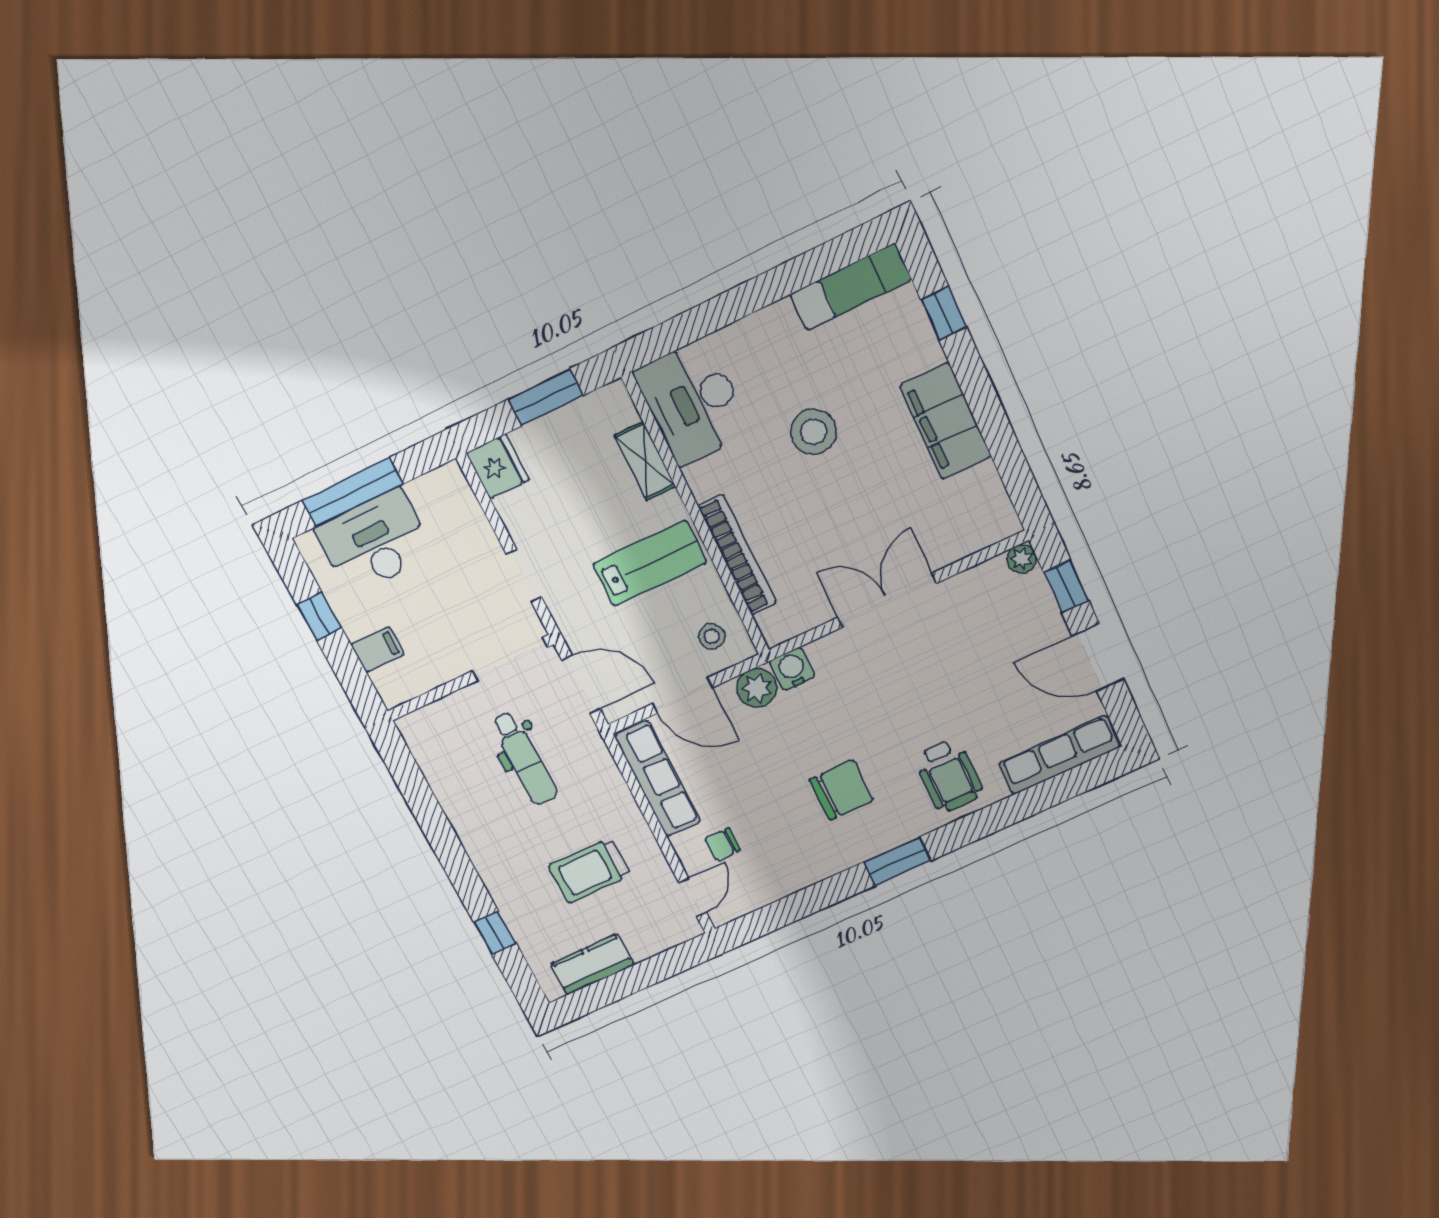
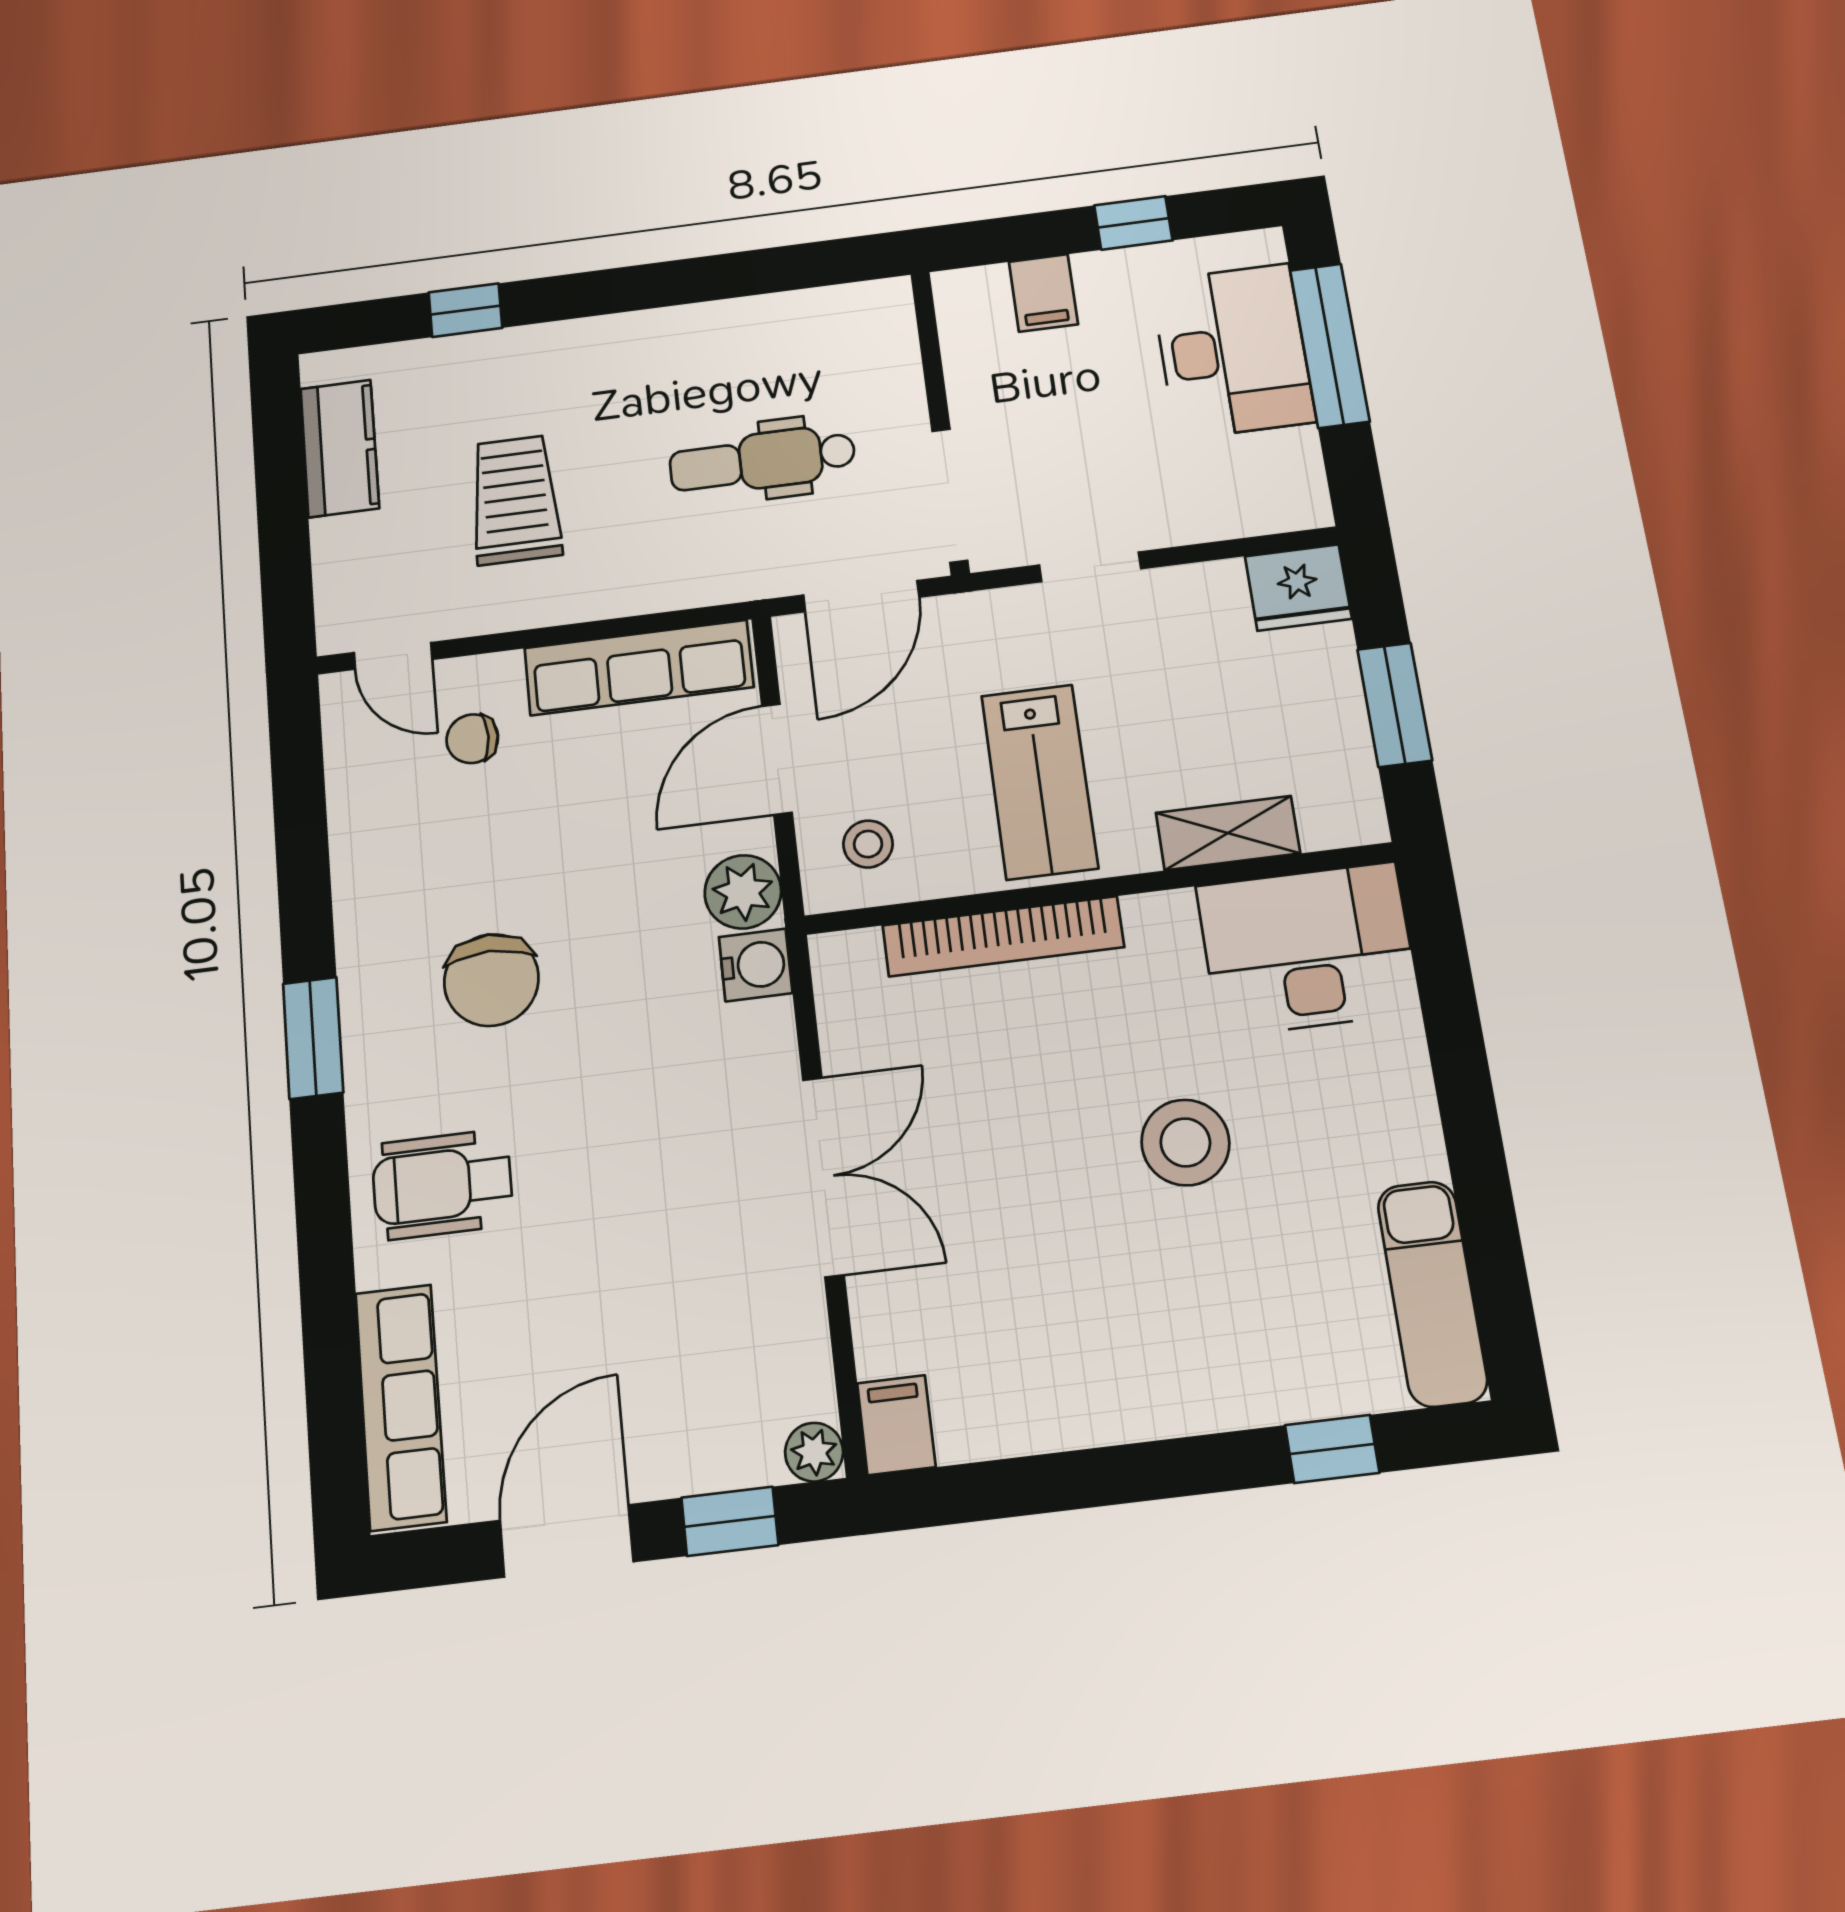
filing cabinet: (946, 421) -> (896, 1425), moved, width x0.33, depth x0.86
chair: (722, 844) -> (472, 739), turned -90

